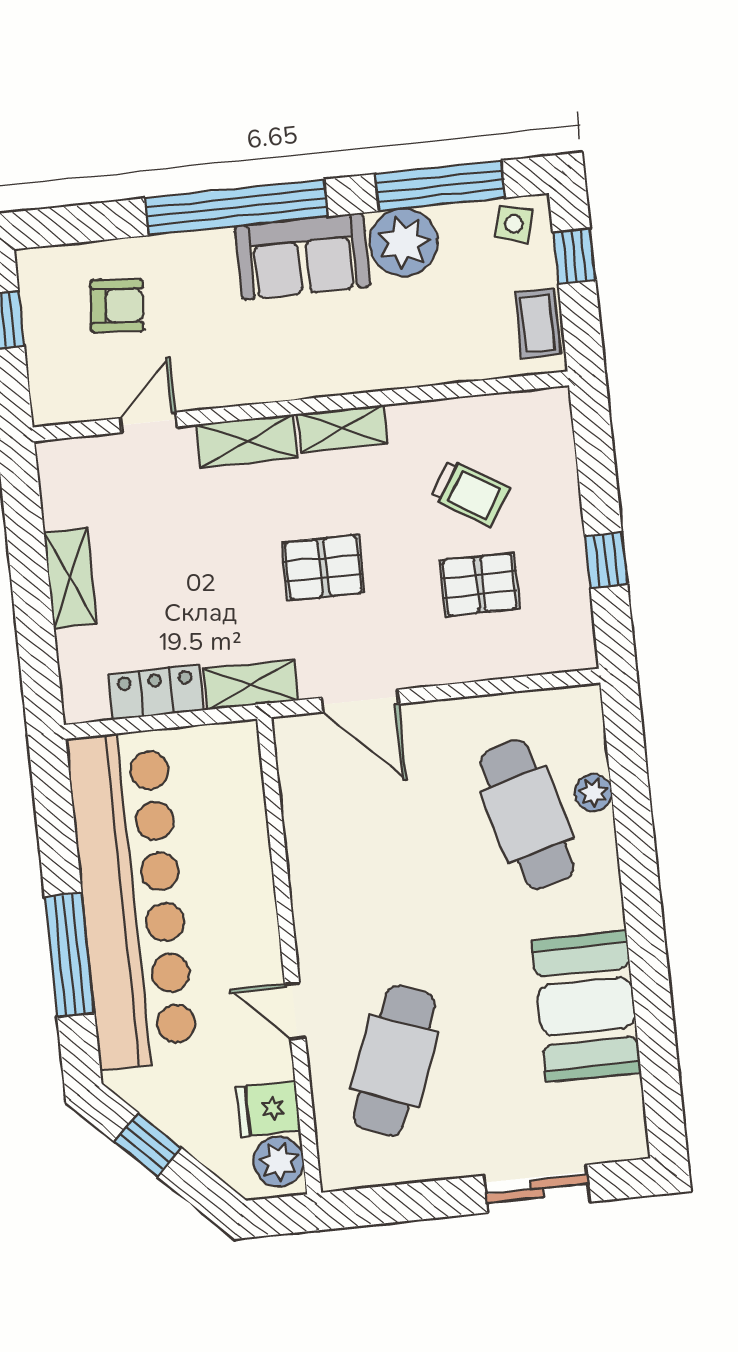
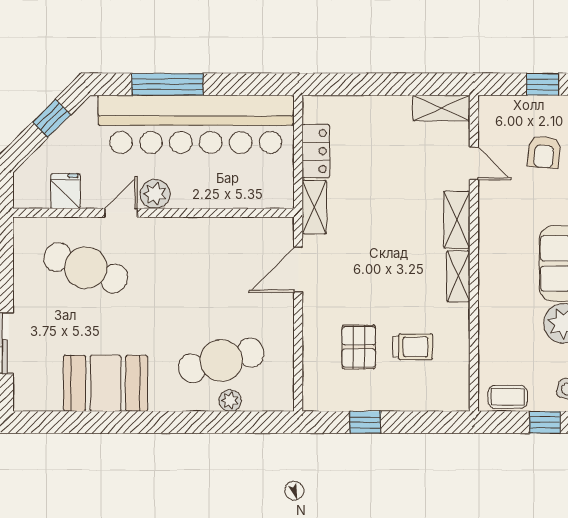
trolley: (470, 493) -> (413, 347), turned -122
pallet: (323, 568) -> (378, 256), removed
shelving: (70, 578) -> (441, 108), moved
plant: (279, 1162) -> (155, 194), moved

